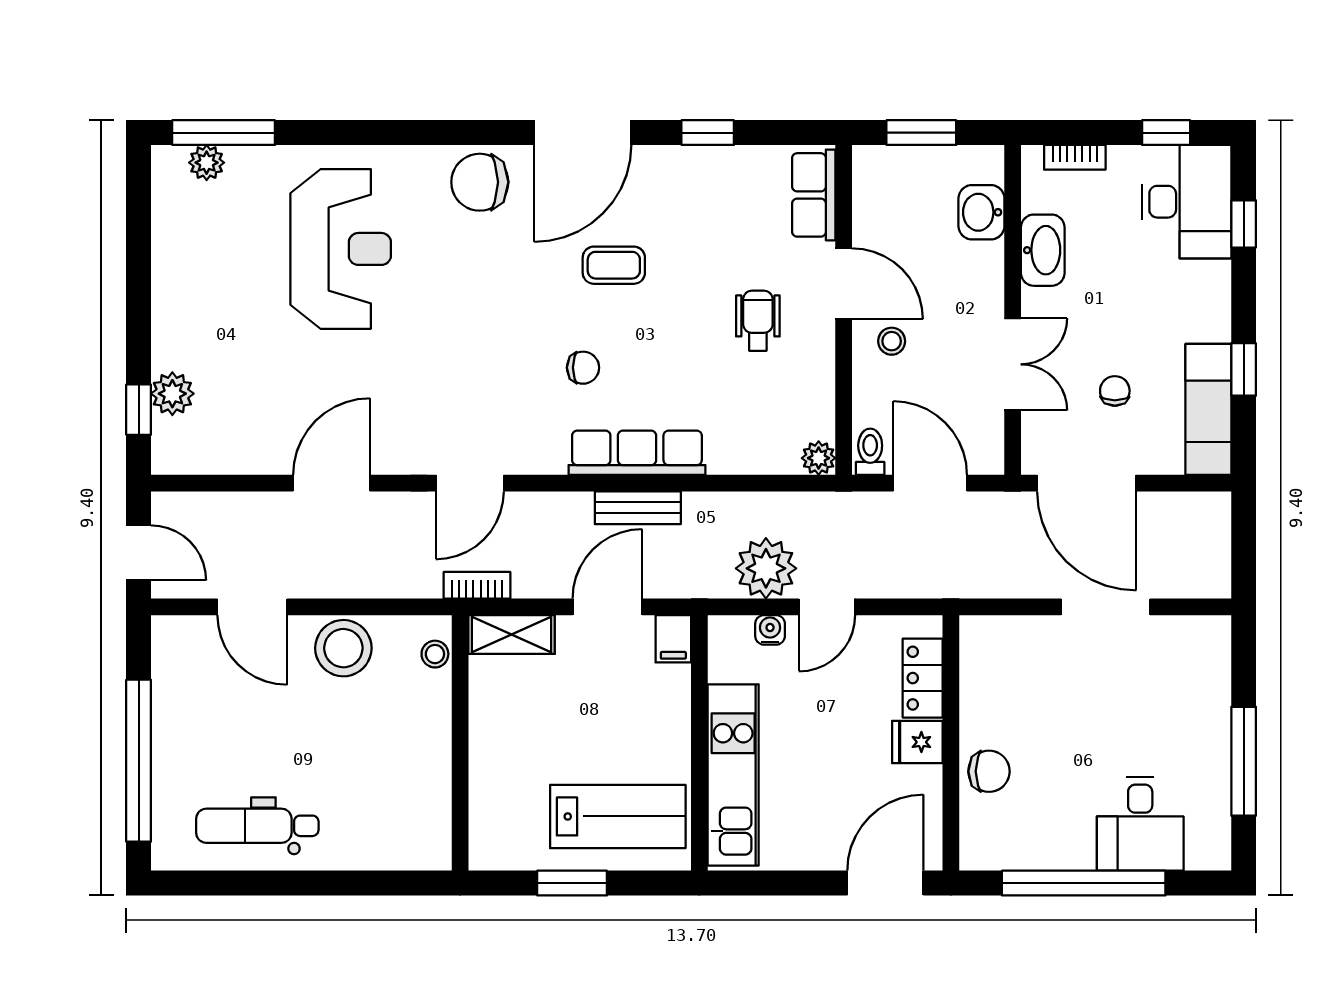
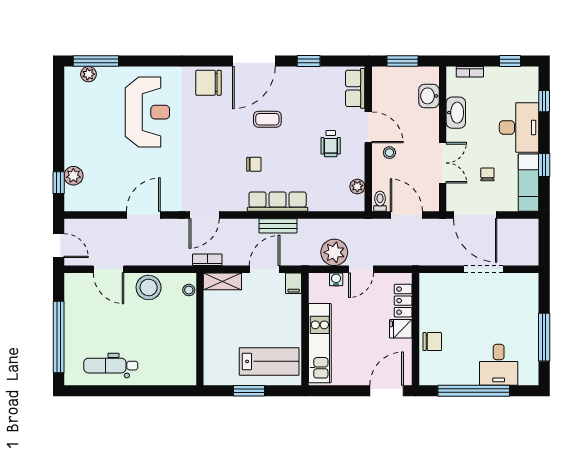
desk: (1187, 202) -> (519, 127), moved
wheelchair: (758, 321) -> (331, 144), turned 180
plant: (819, 458) -> (357, 187), moved

